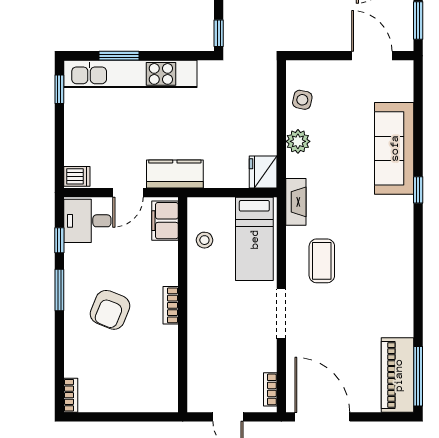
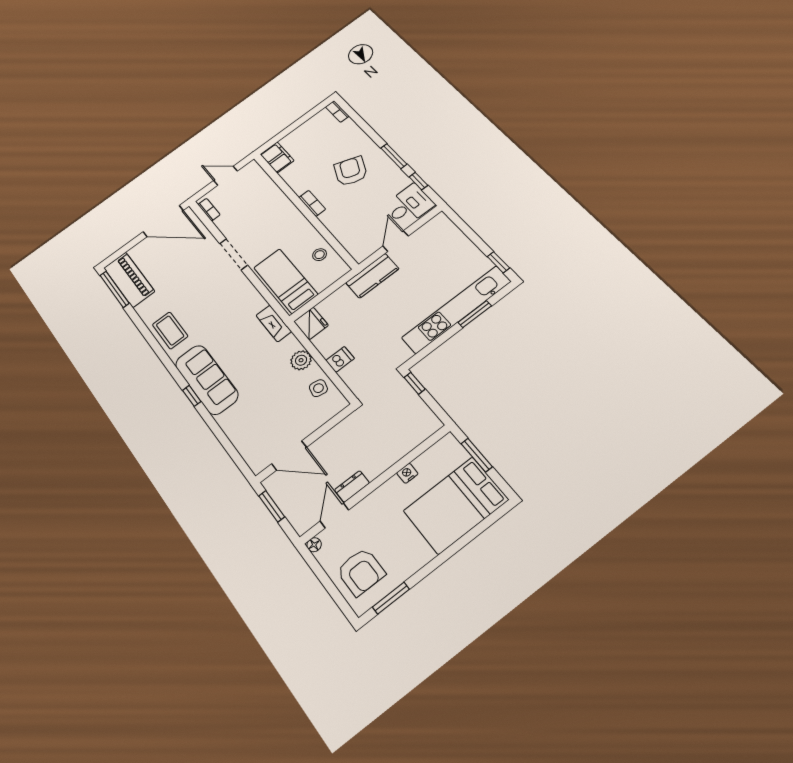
sofa: (394, 148) -> (207, 380), moved
dishwasher: (77, 176) -> (340, 359), moved, turned 180
filing cabinet: (165, 221) -> (277, 157), moved
coffee table: (322, 261) -> (170, 330), moved

